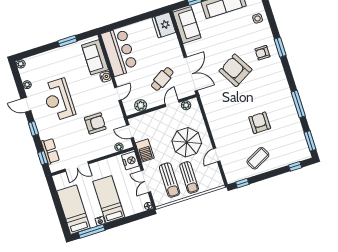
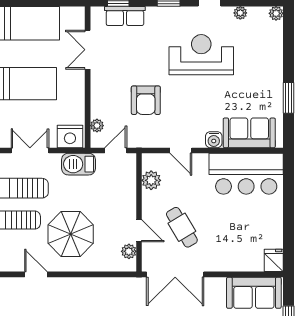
fridge: (164, 25) -> (274, 260), width x0.53, depth x0.75

